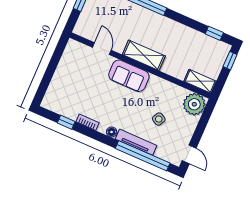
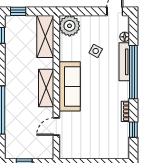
sofa: (129, 76) -> (70, 86), width x1.36
shelving: (200, 81) -> (45, 36), width x1.50, depth x1.33
floor lamp: (112, 132) -> (125, 37), moved
window: (143, 156) -> (133, 72), moved

